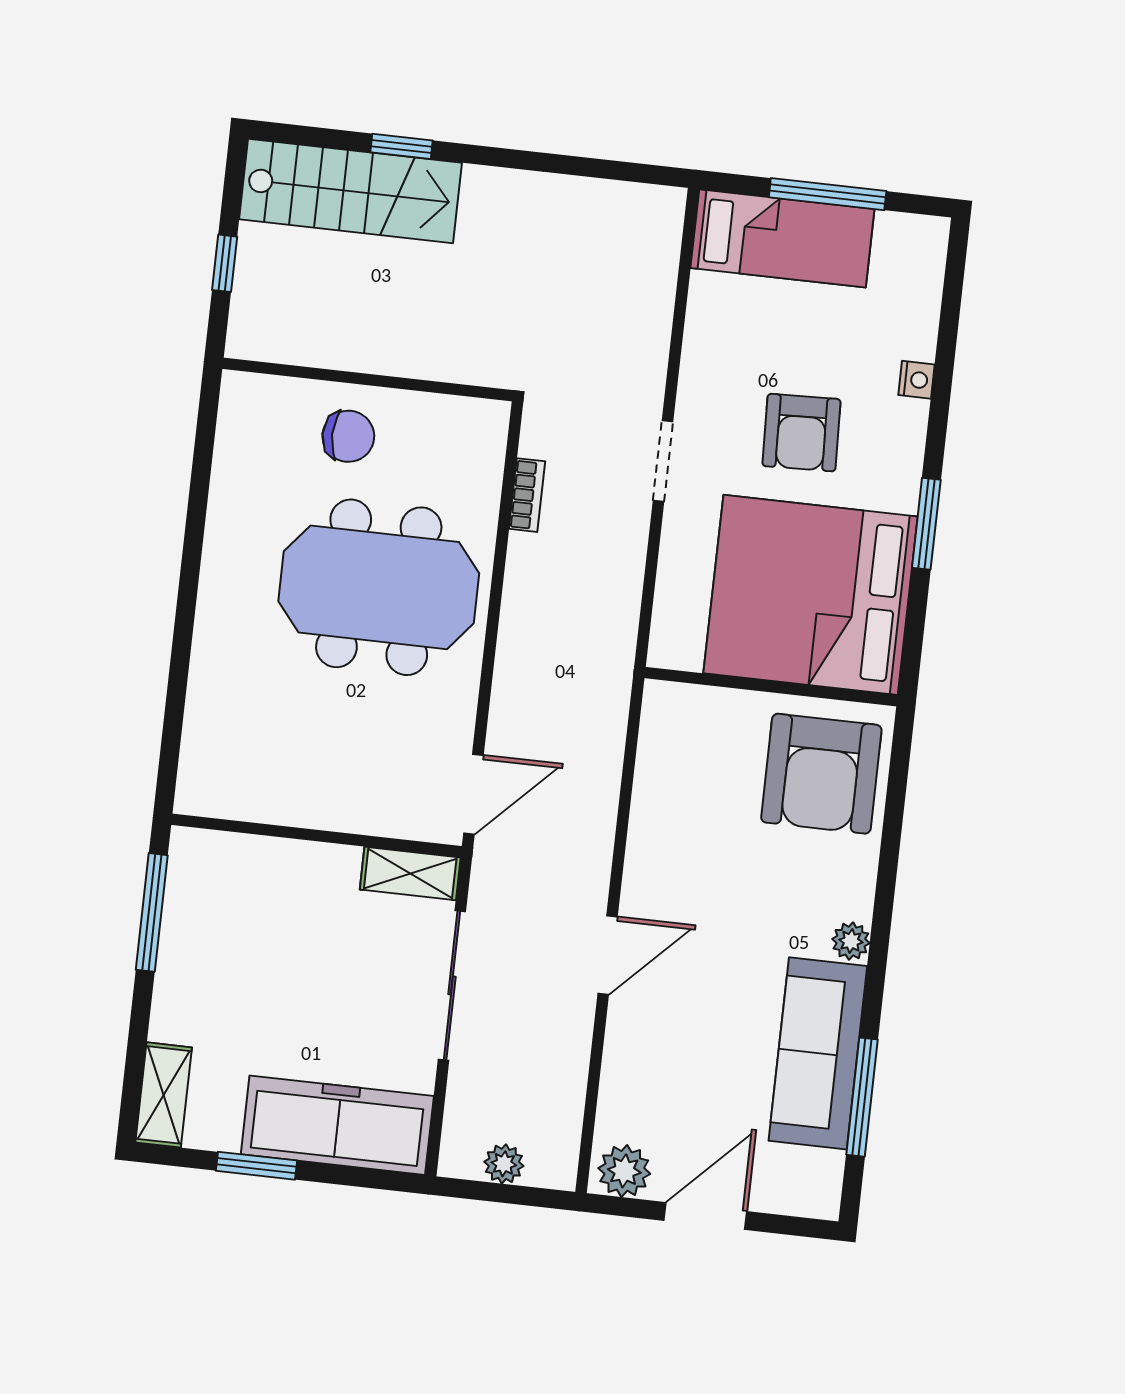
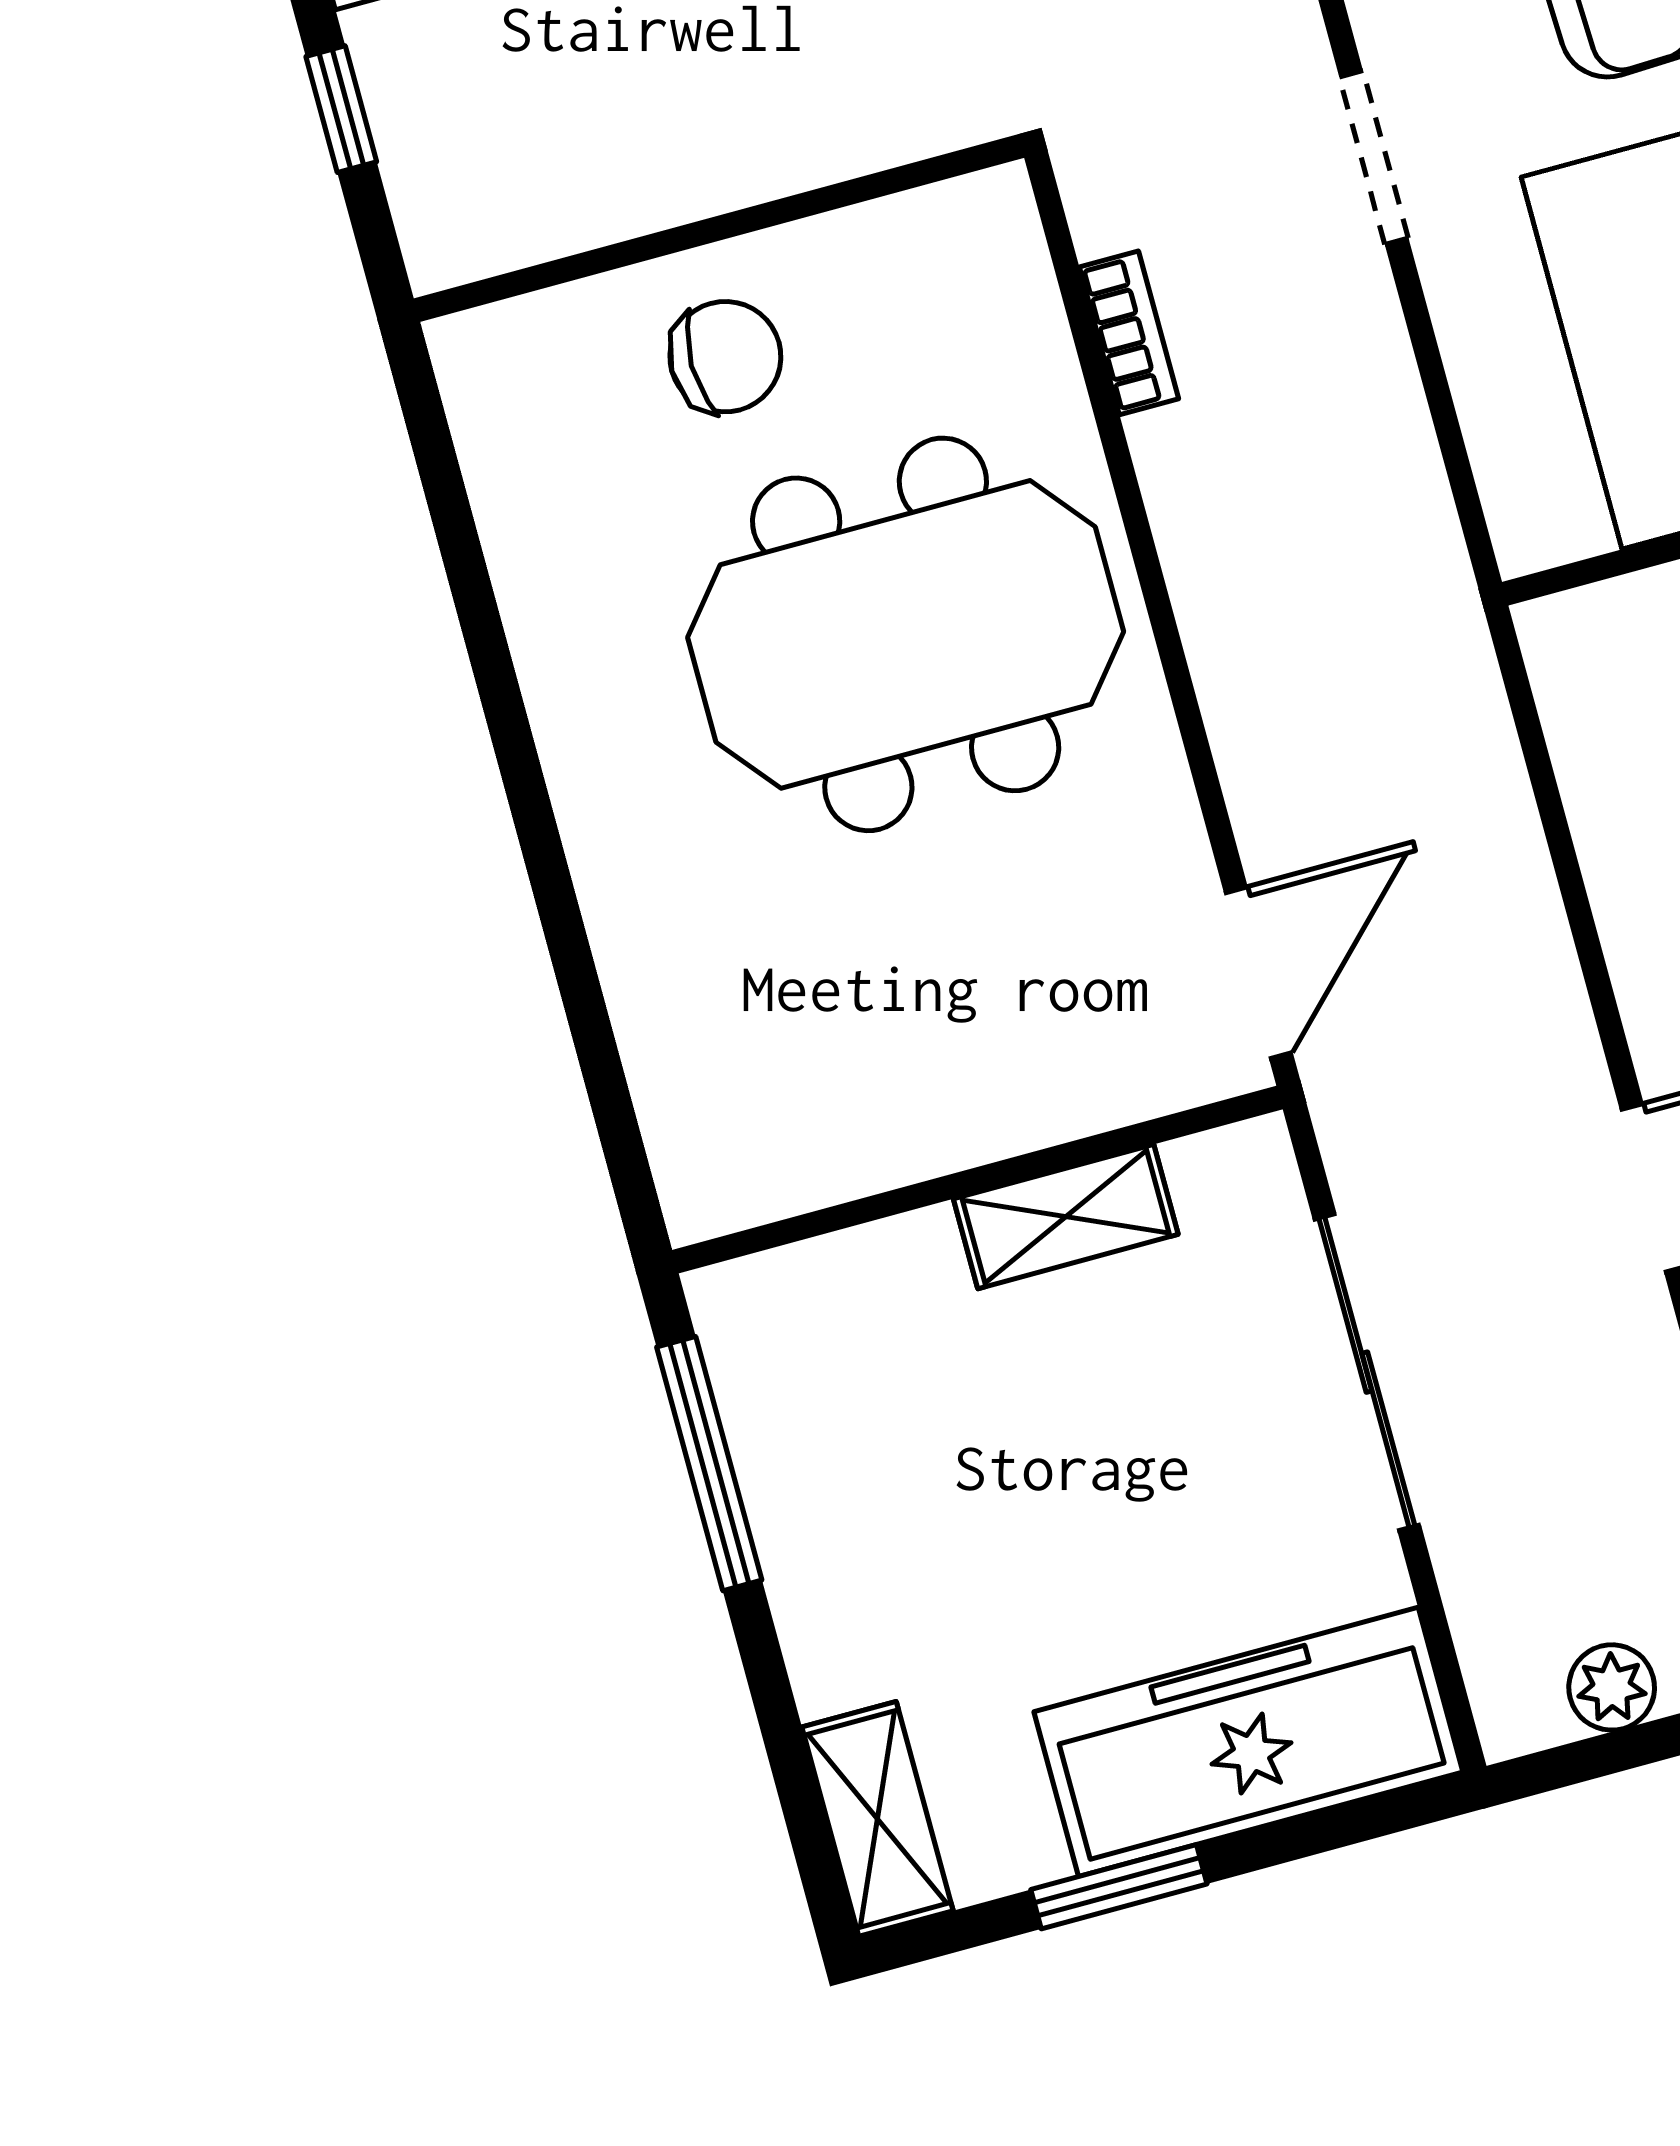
shelving: (410, 874) -> (1066, 1217), moved

